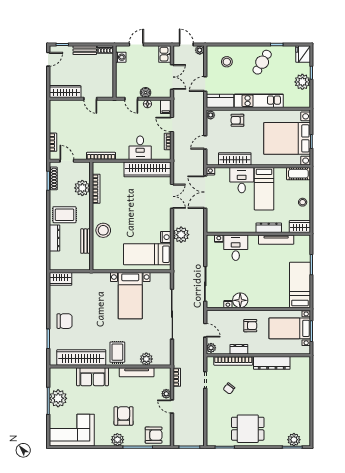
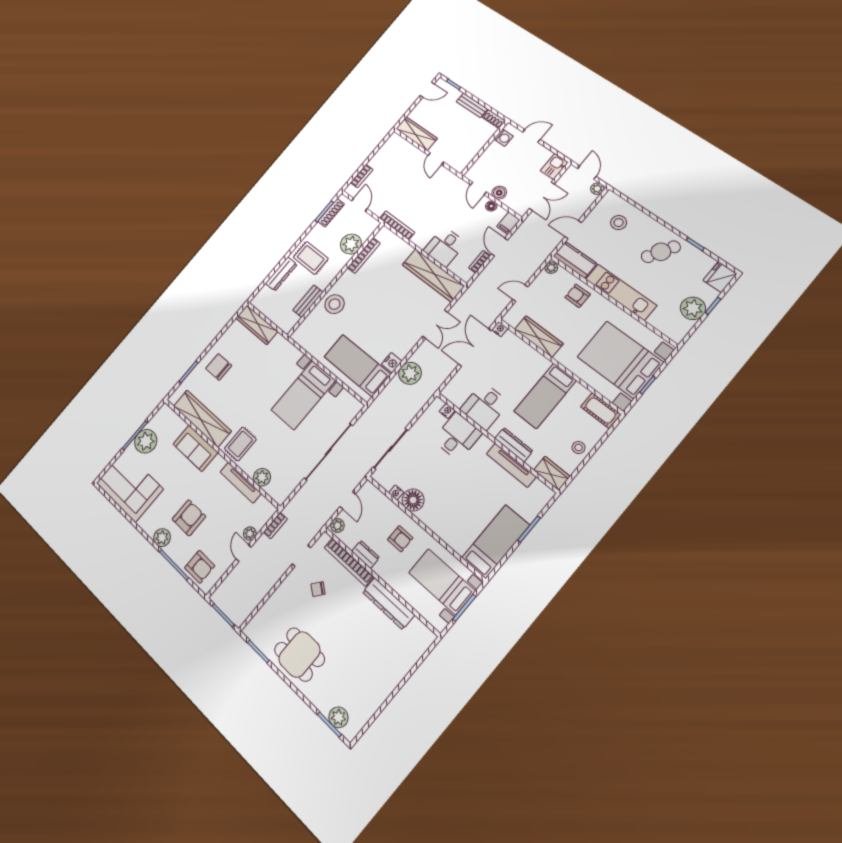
desk: (242, 180) -> (484, 406), moved, turned 180
wardrobe: (60, 279) -> (257, 325), width x1.50
chair: (65, 321) -> (219, 367), turned 180

